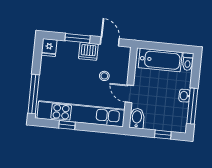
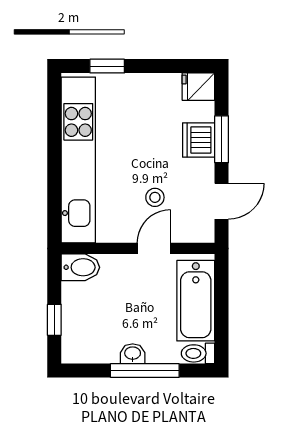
dishwasher: (88, 51) -> (199, 140), moved
window: (34, 94) -> (107, 66), width x0.46
door: (129, 94) -> (154, 248), moved
window: (192, 106) -> (145, 371), moved
window: (67, 125) -> (54, 136), removed

